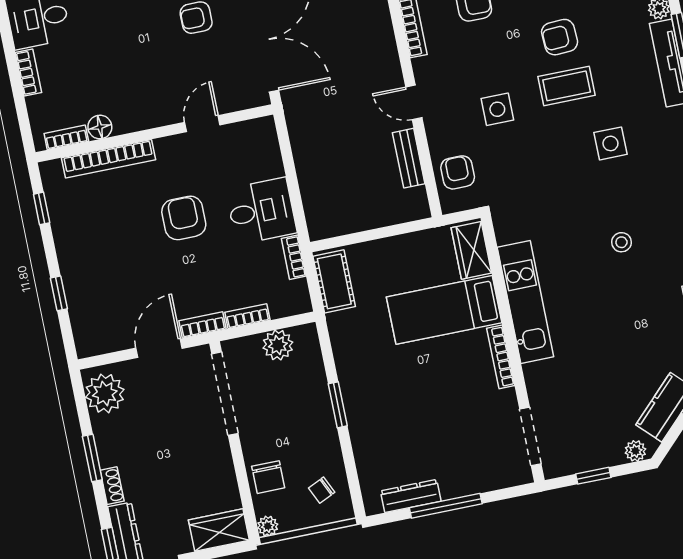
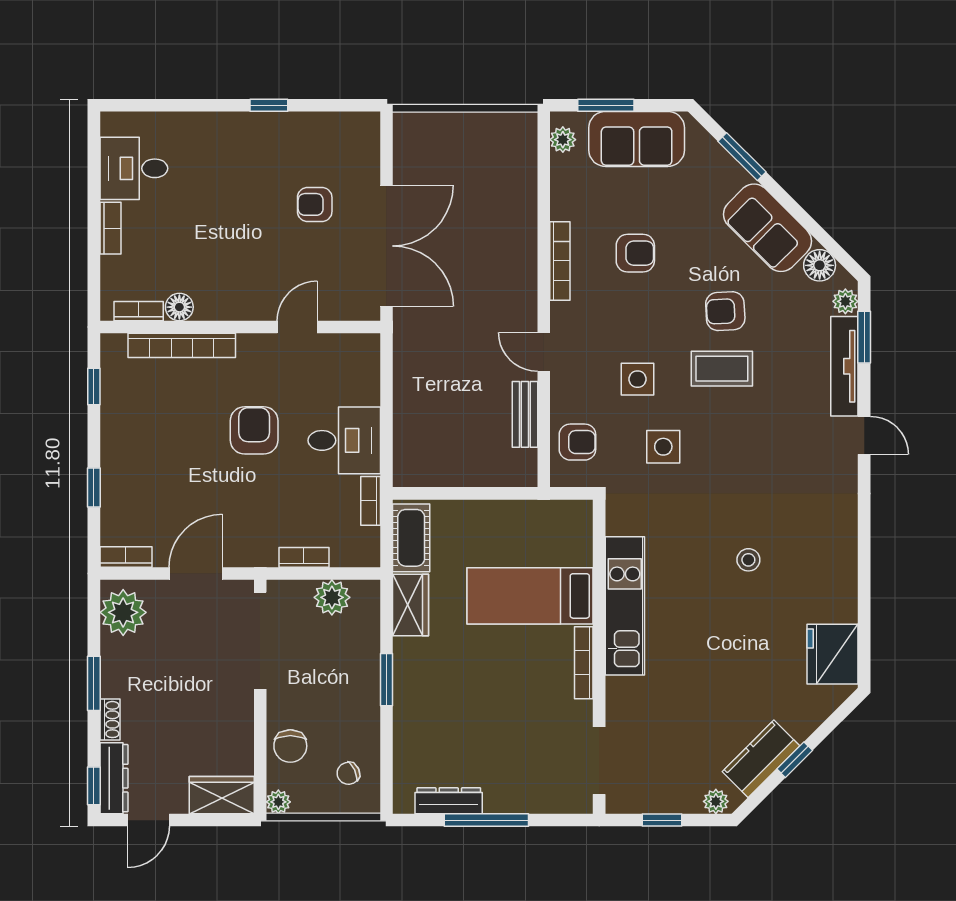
side table: (610, 143) -> (663, 447), moved
armchair: (458, 172) -> (577, 442), turned 90
wardrobe: (471, 250) -> (411, 605), moved, turned 180
bookcase: (202, 325) -> (126, 557), moved

